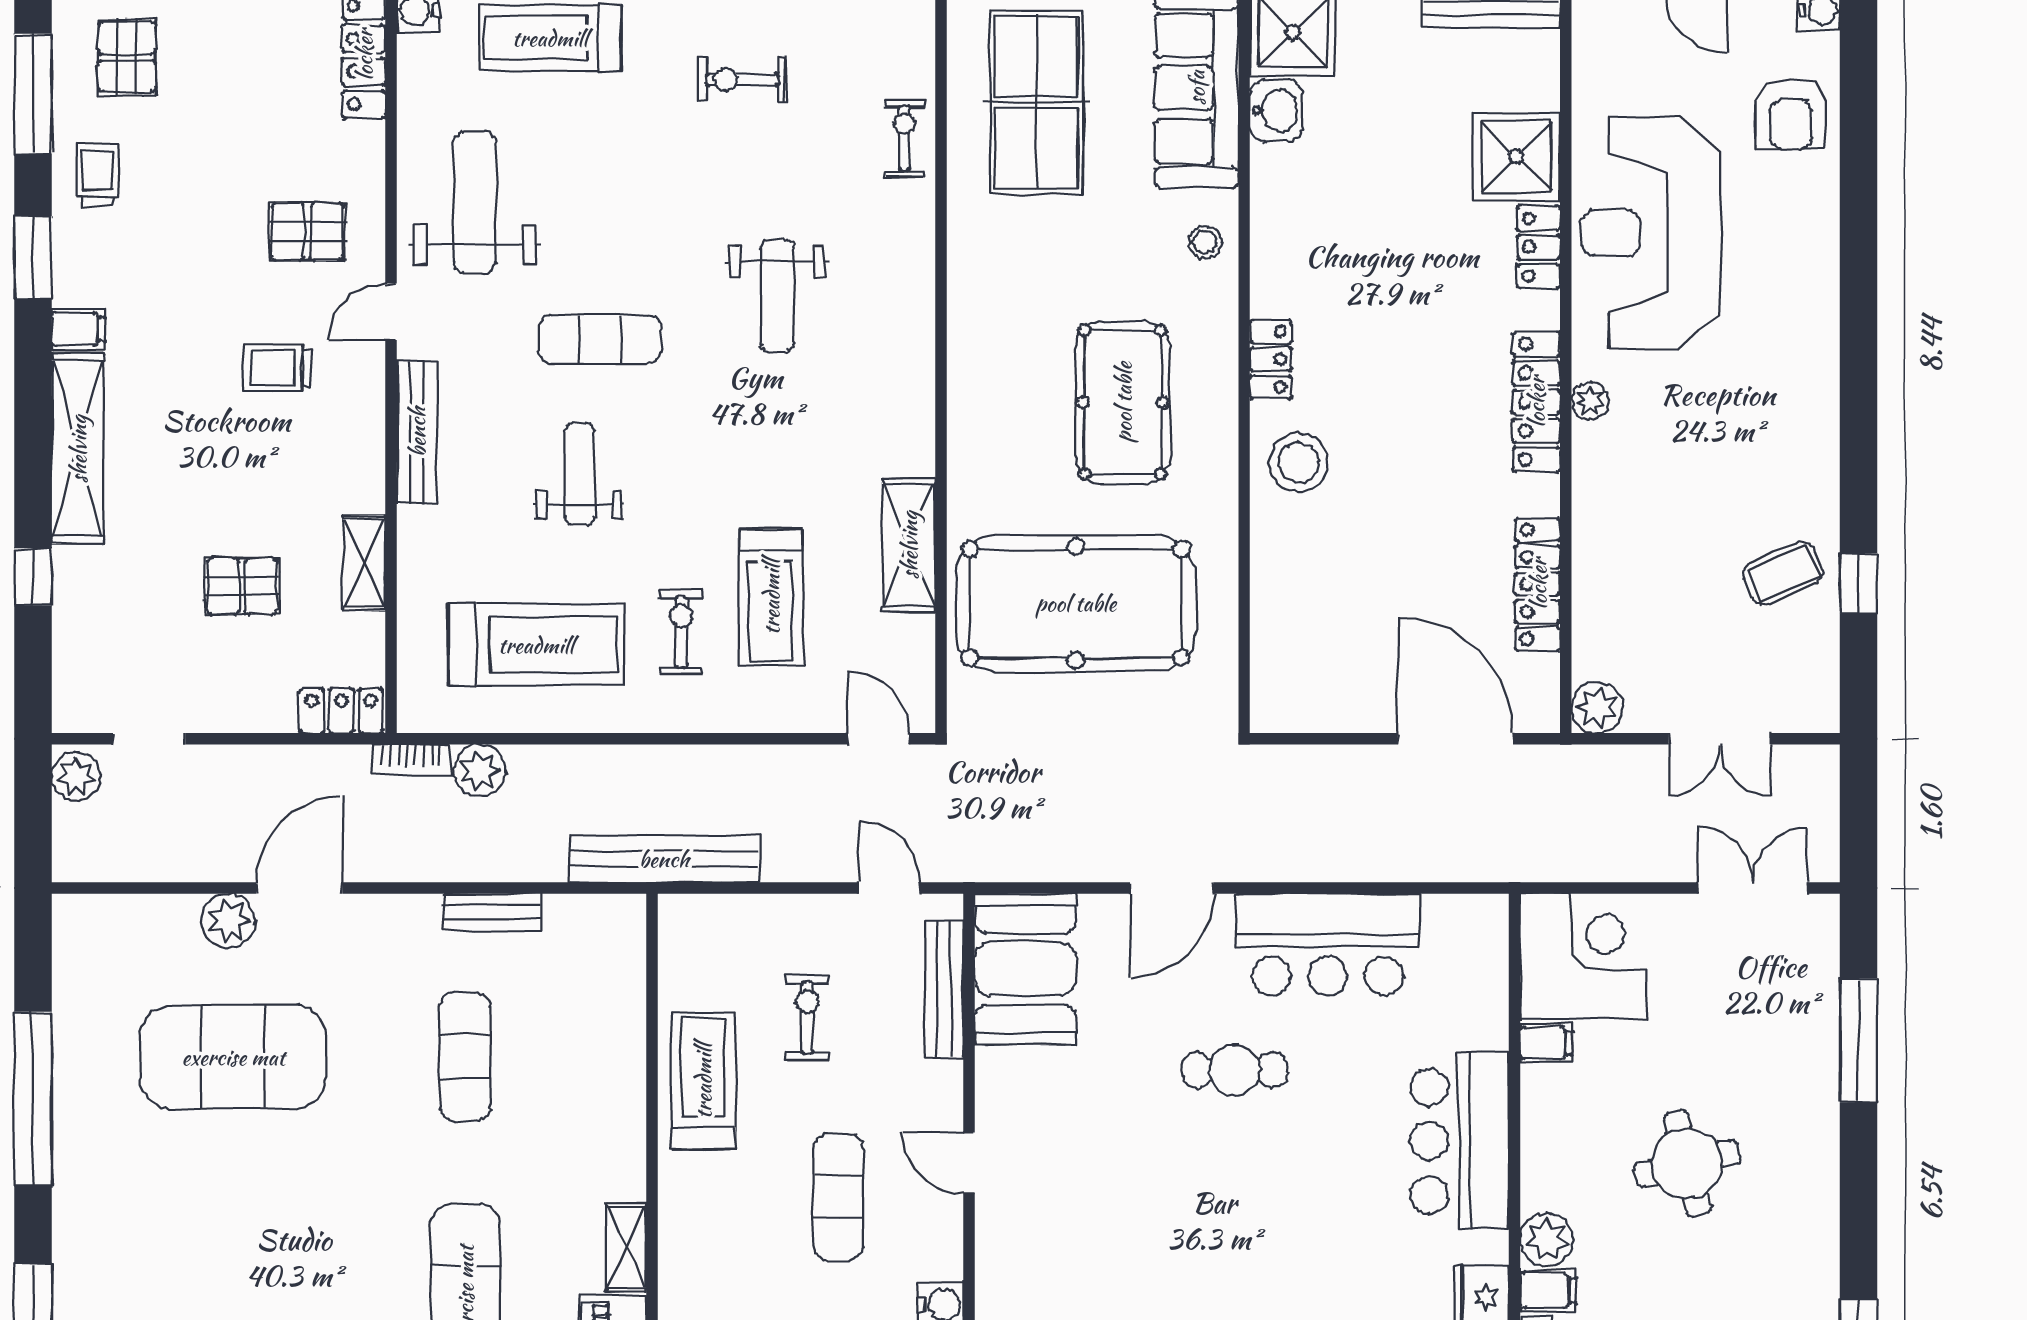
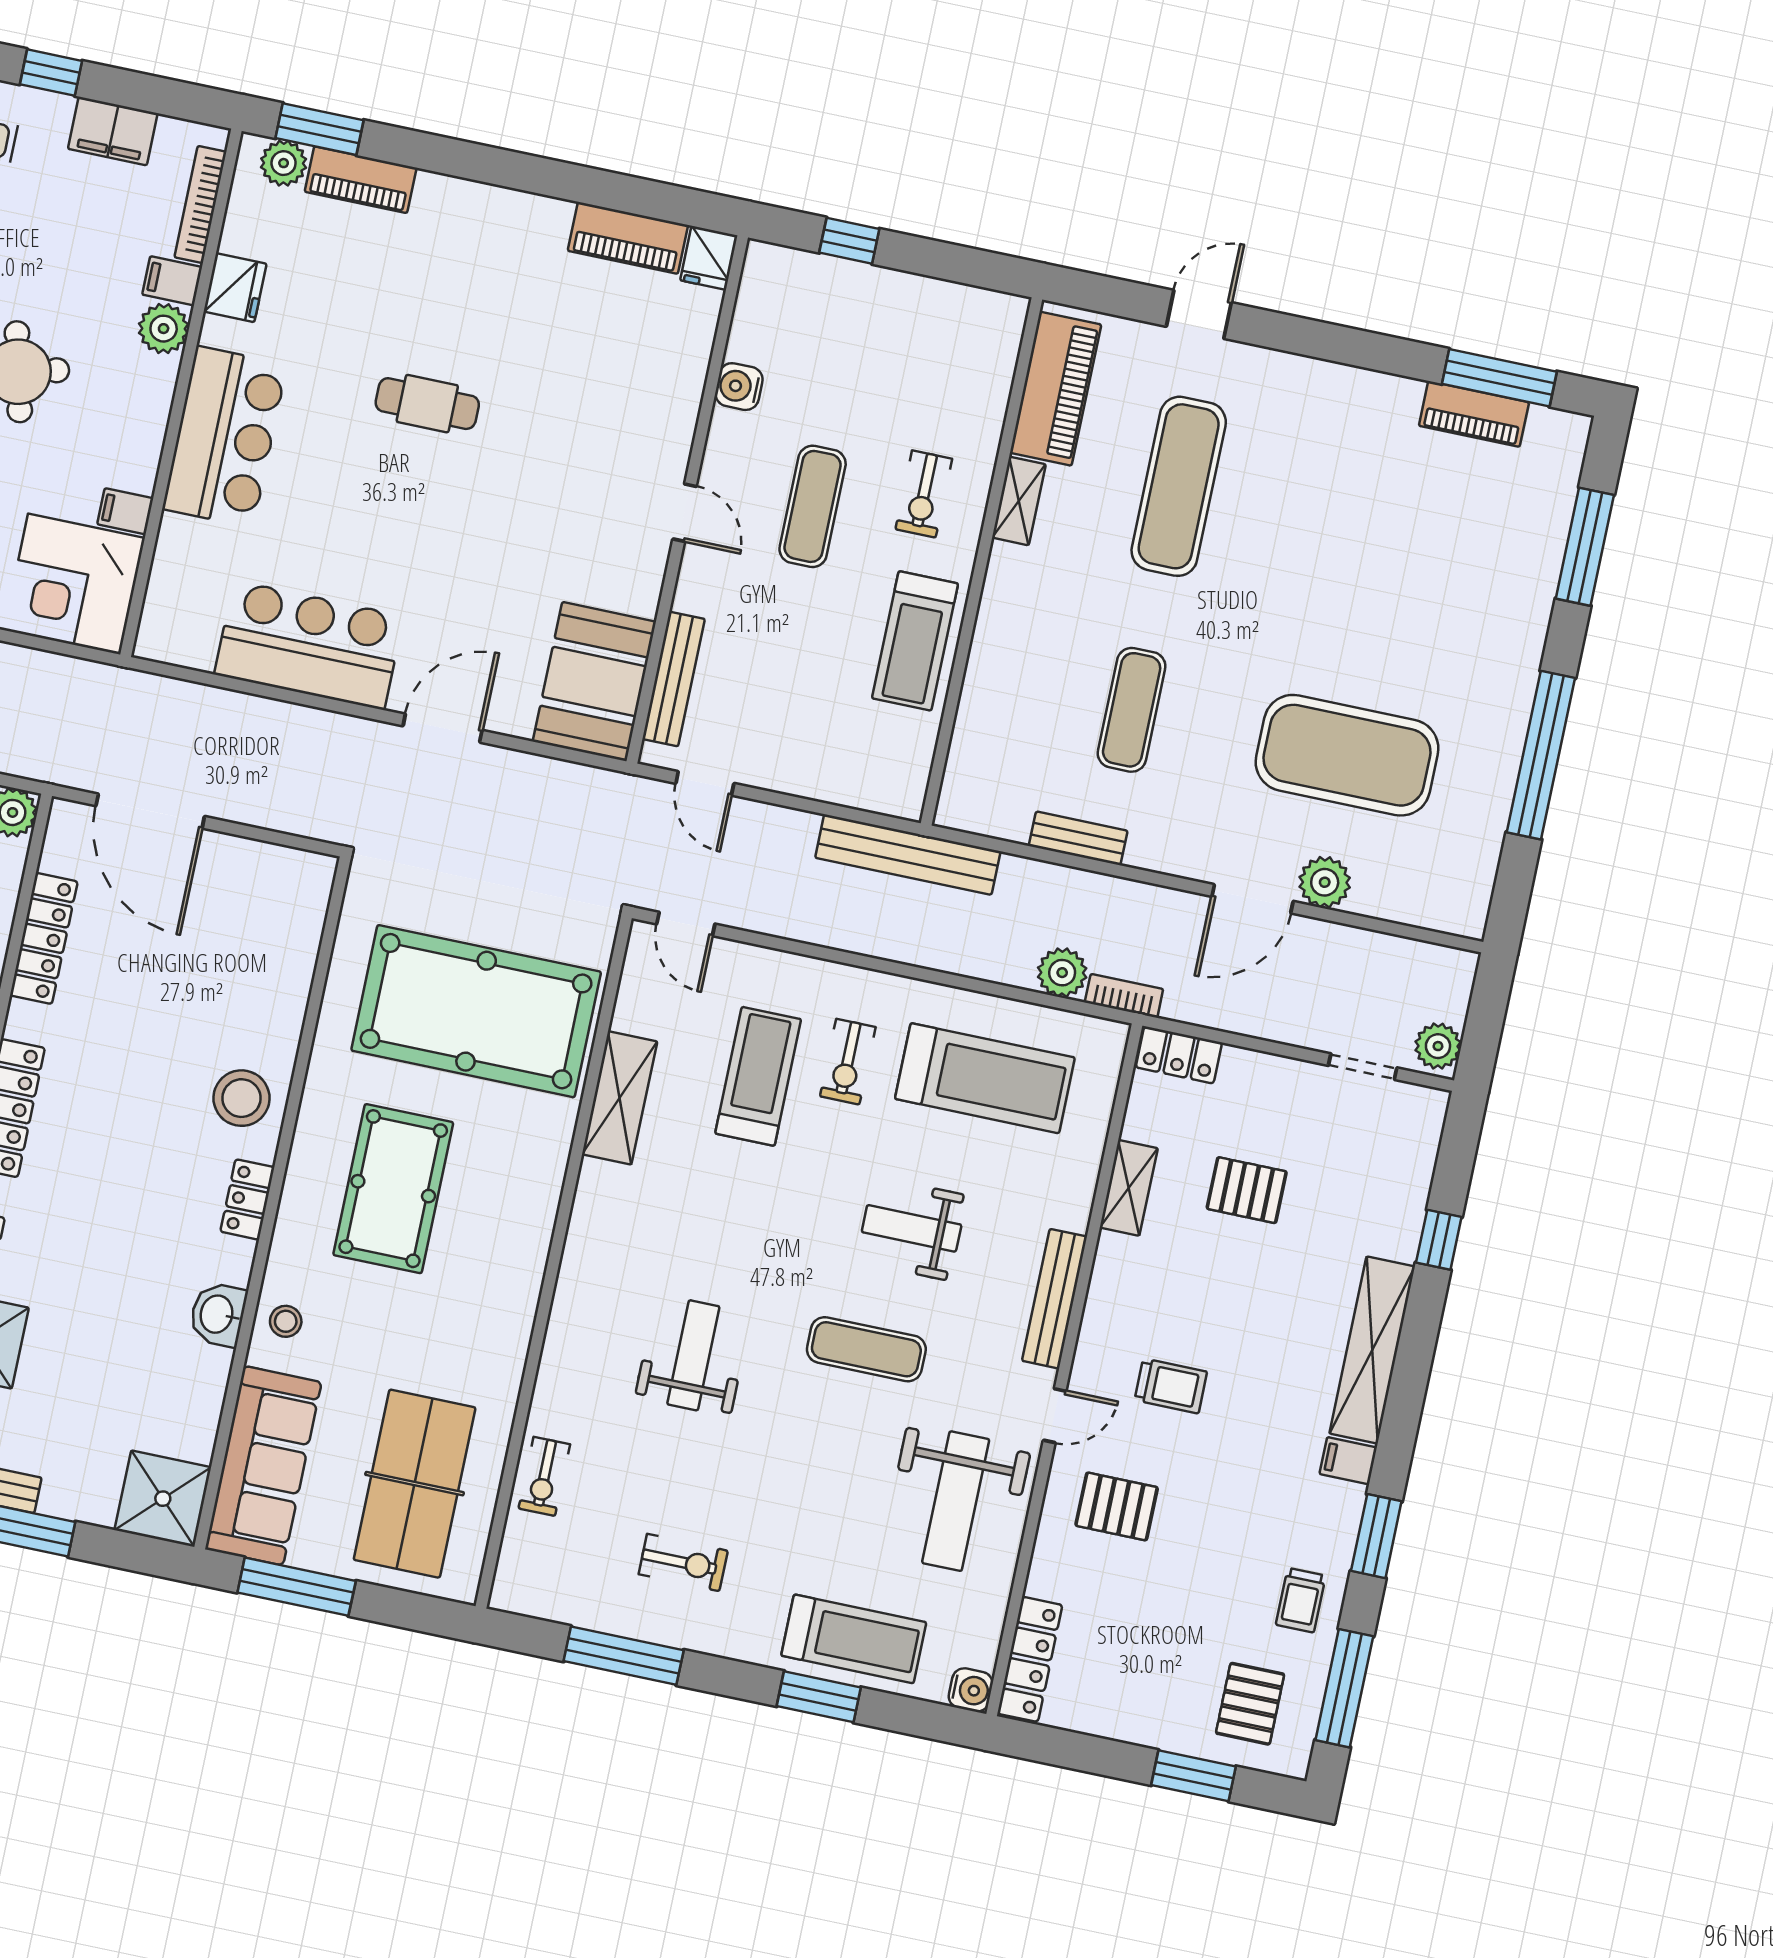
washbasin: (1276, 110) -> (218, 1314), moved
weight bench: (579, 474) -> (912, 1228), turned 90
treadmill: (536, 645) -> (985, 1078), turned 180
exercise bike: (807, 1018) -> (924, 494), moved
cafe table: (1235, 1070) -> (427, 404), moved

